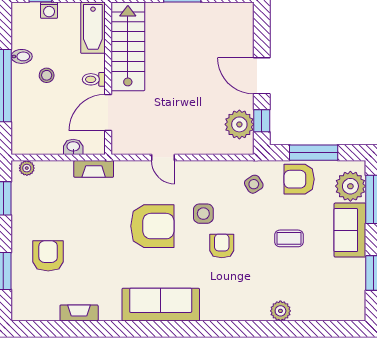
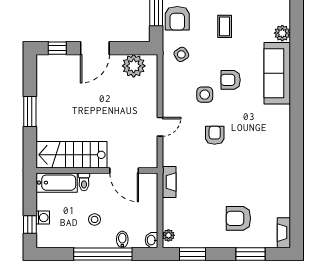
bidet: (22, 56) -> (122, 239), moved
toilet: (94, 79) -> (84, 182), moved
window: (262, 121) -> (57, 48), moved
washbasin: (73, 147) -> (152, 240), moved
armchair: (152, 226) -> (215, 135), width x0.53, depth x0.53
sofa: (161, 305) -> (277, 73), moved
fireplace: (79, 313) -> (284, 233), moved

